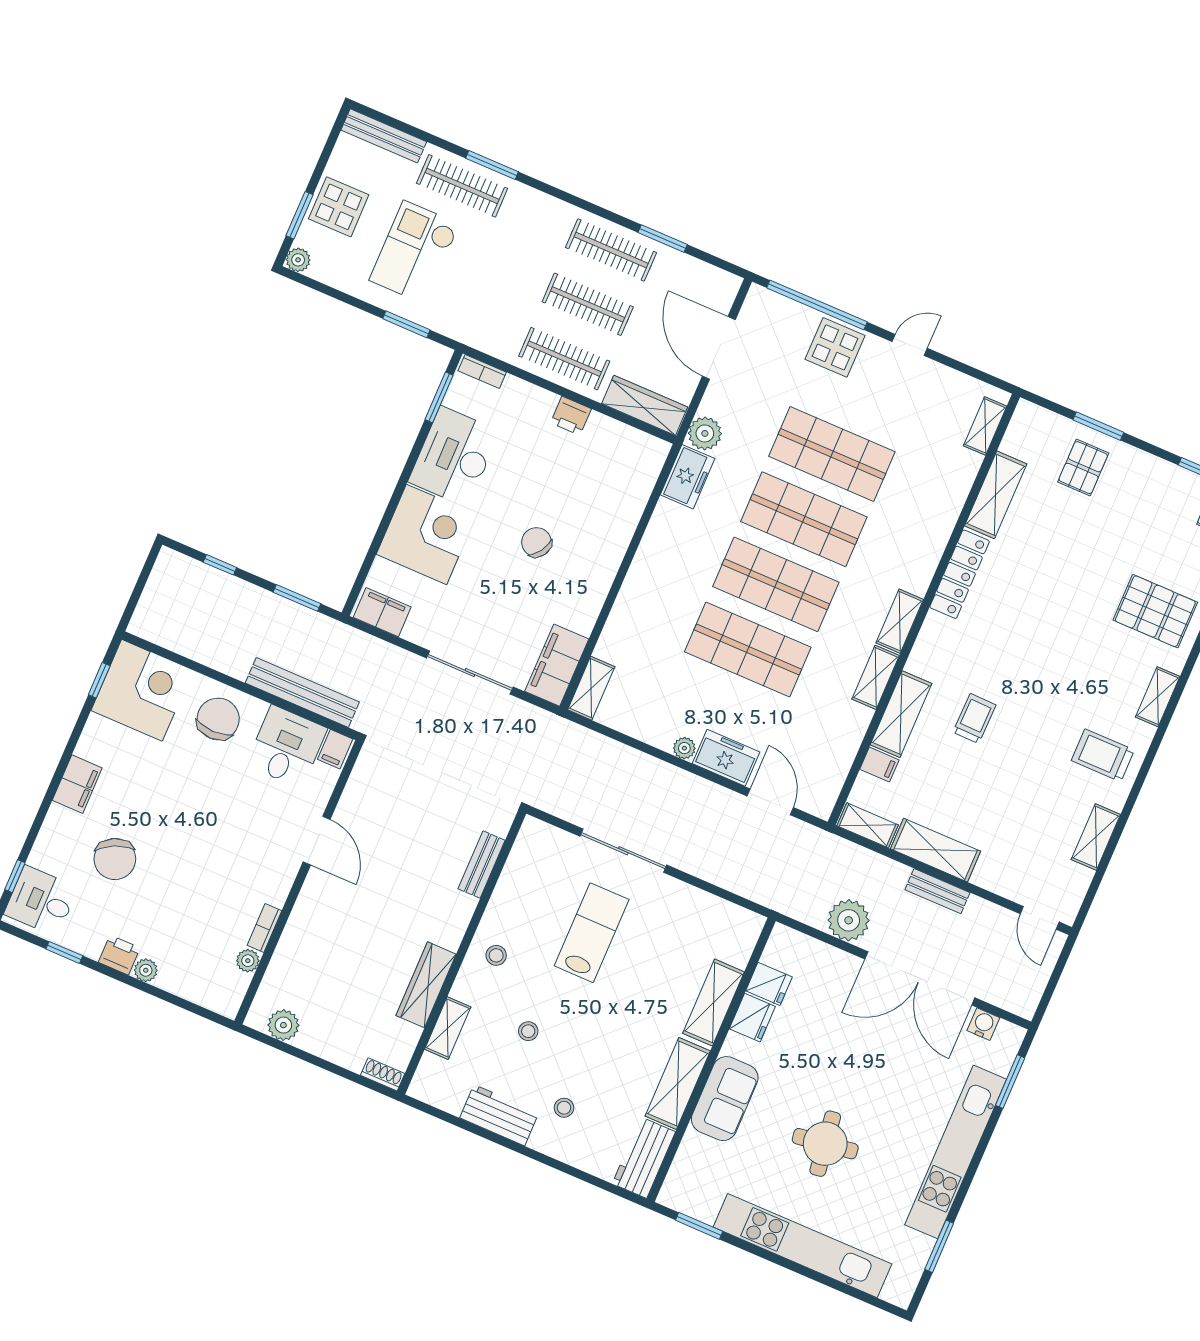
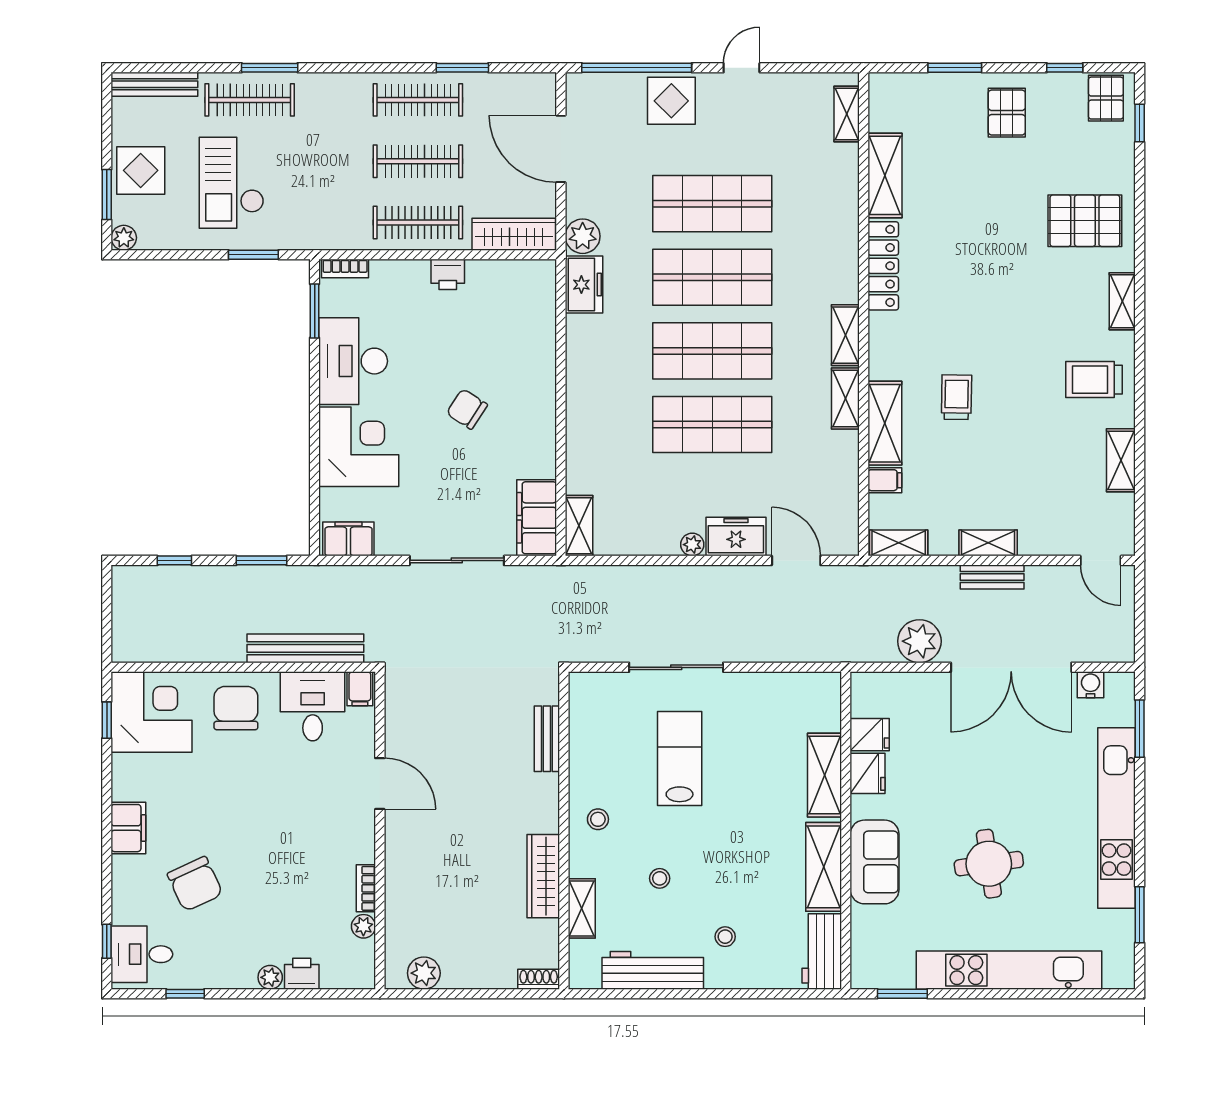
pallet: (1083, 468) -> (1007, 113), moved
shelving: (936, 850) -> (988, 543), width x0.67, depth x0.75
printer: (119, 955) -> (302, 974), moved
workbench: (499, 1115) -> (653, 970), width x1.38

